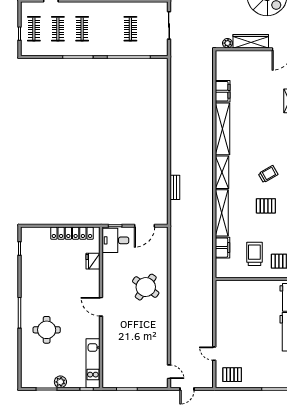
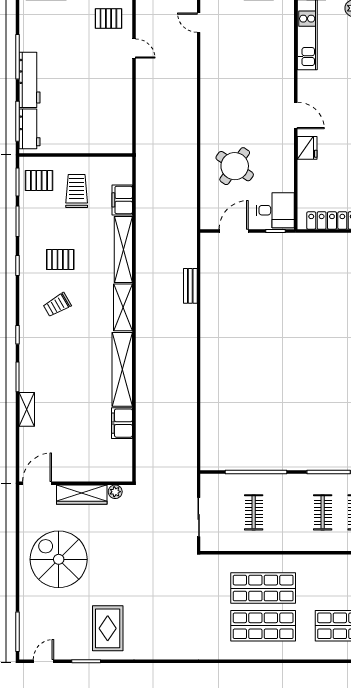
trolley: (254, 254) -> (77, 191), turned 180
fridge: (93, 261) -> (307, 148), moved
round table: (146, 287) -> (235, 166), moved

